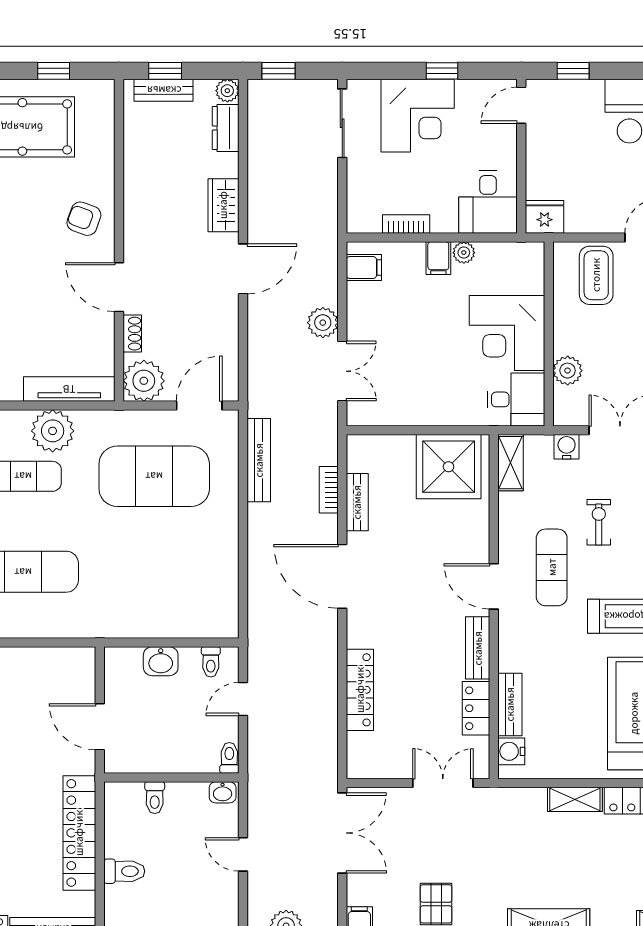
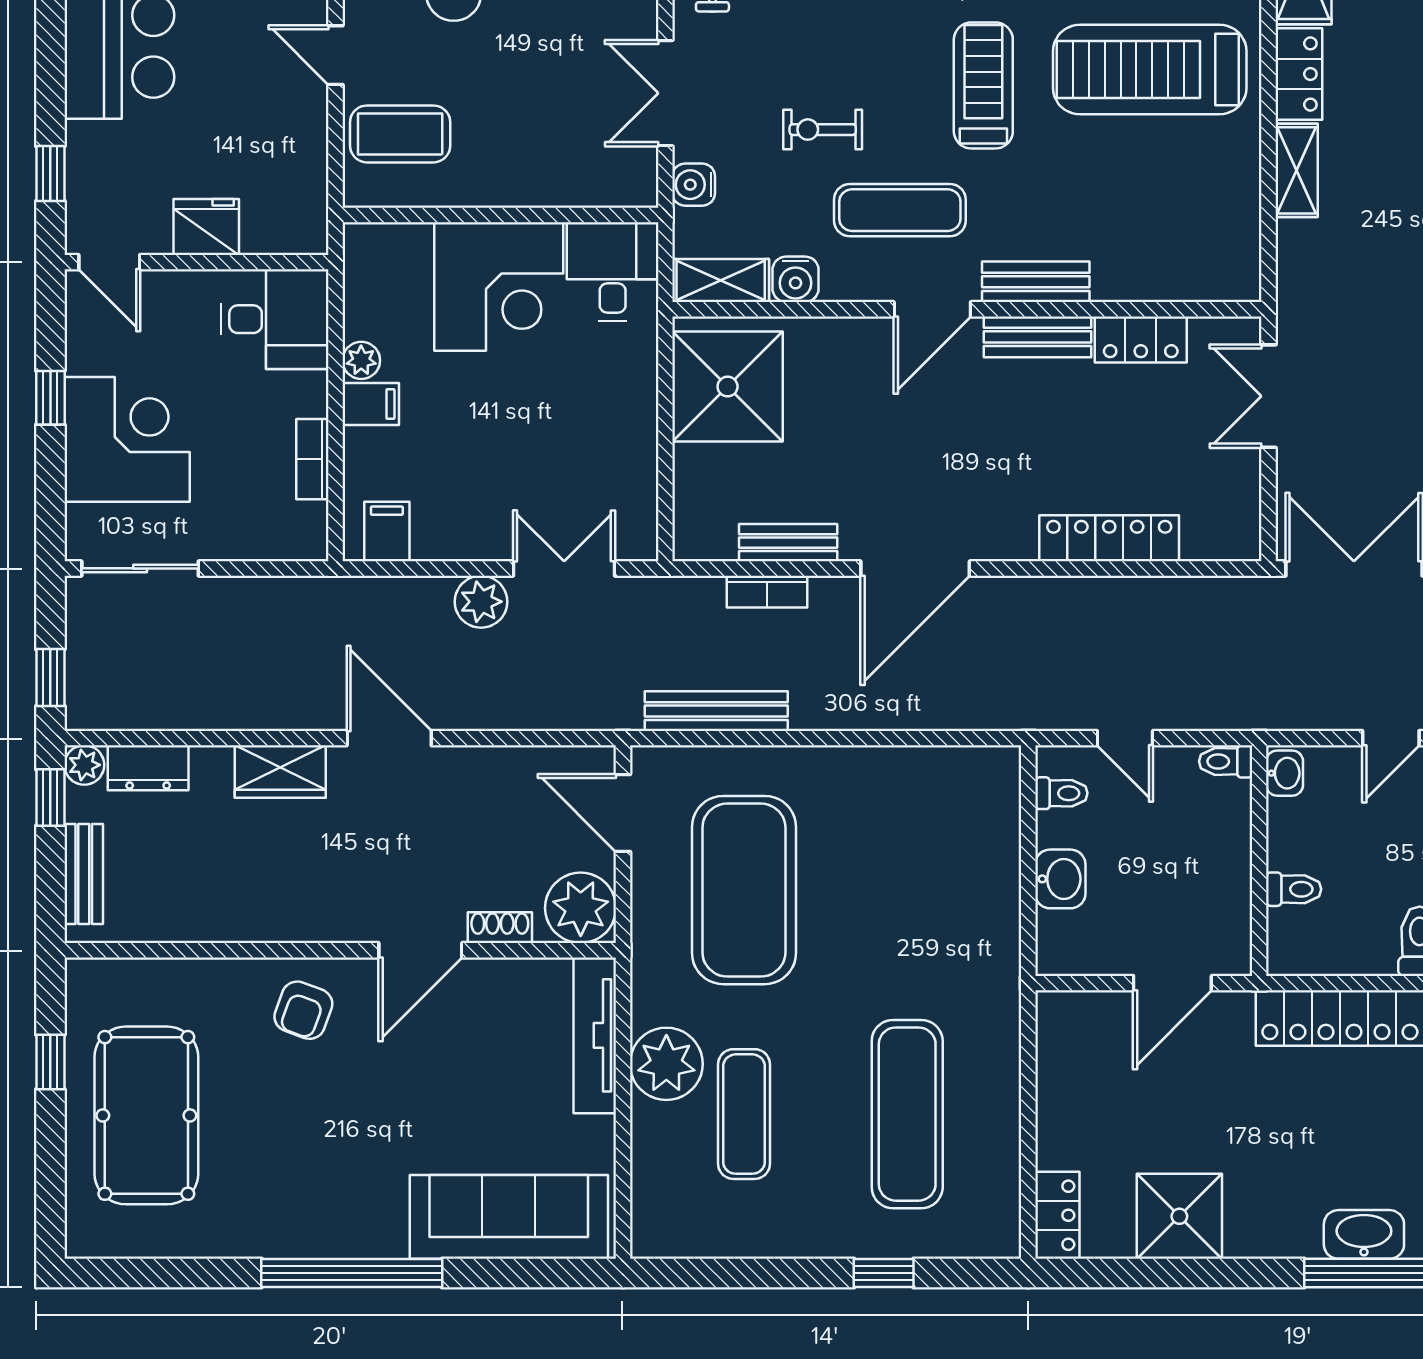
window: (165, 71) -> (50, 797), moved
fridge: (544, 217) -> (206, 227), moved, turned 90
plant: (568, 371) -> (563, 183), removed
bench: (510, 704) -> (1036, 282), moved
water cooler: (511, 751) -> (796, 279), moved

